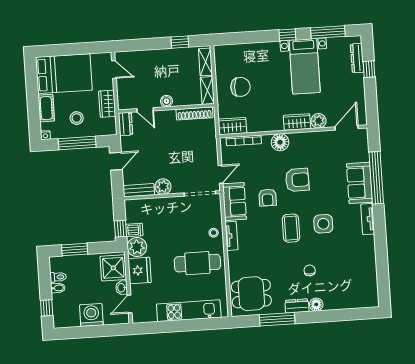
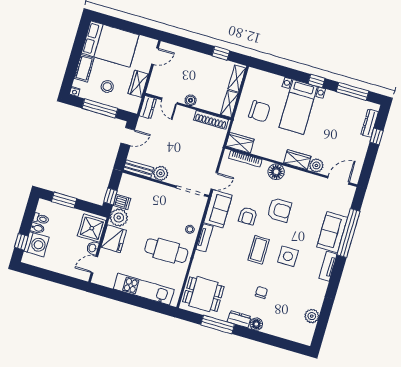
bed with nightstands: (305, 66) -> (298, 107), moved
door: (114, 69) -> (155, 56), hinge flipped
plant: (370, 276) -> (312, 316), added
washing machine: (91, 315) -> (36, 244), moved, turned 90

